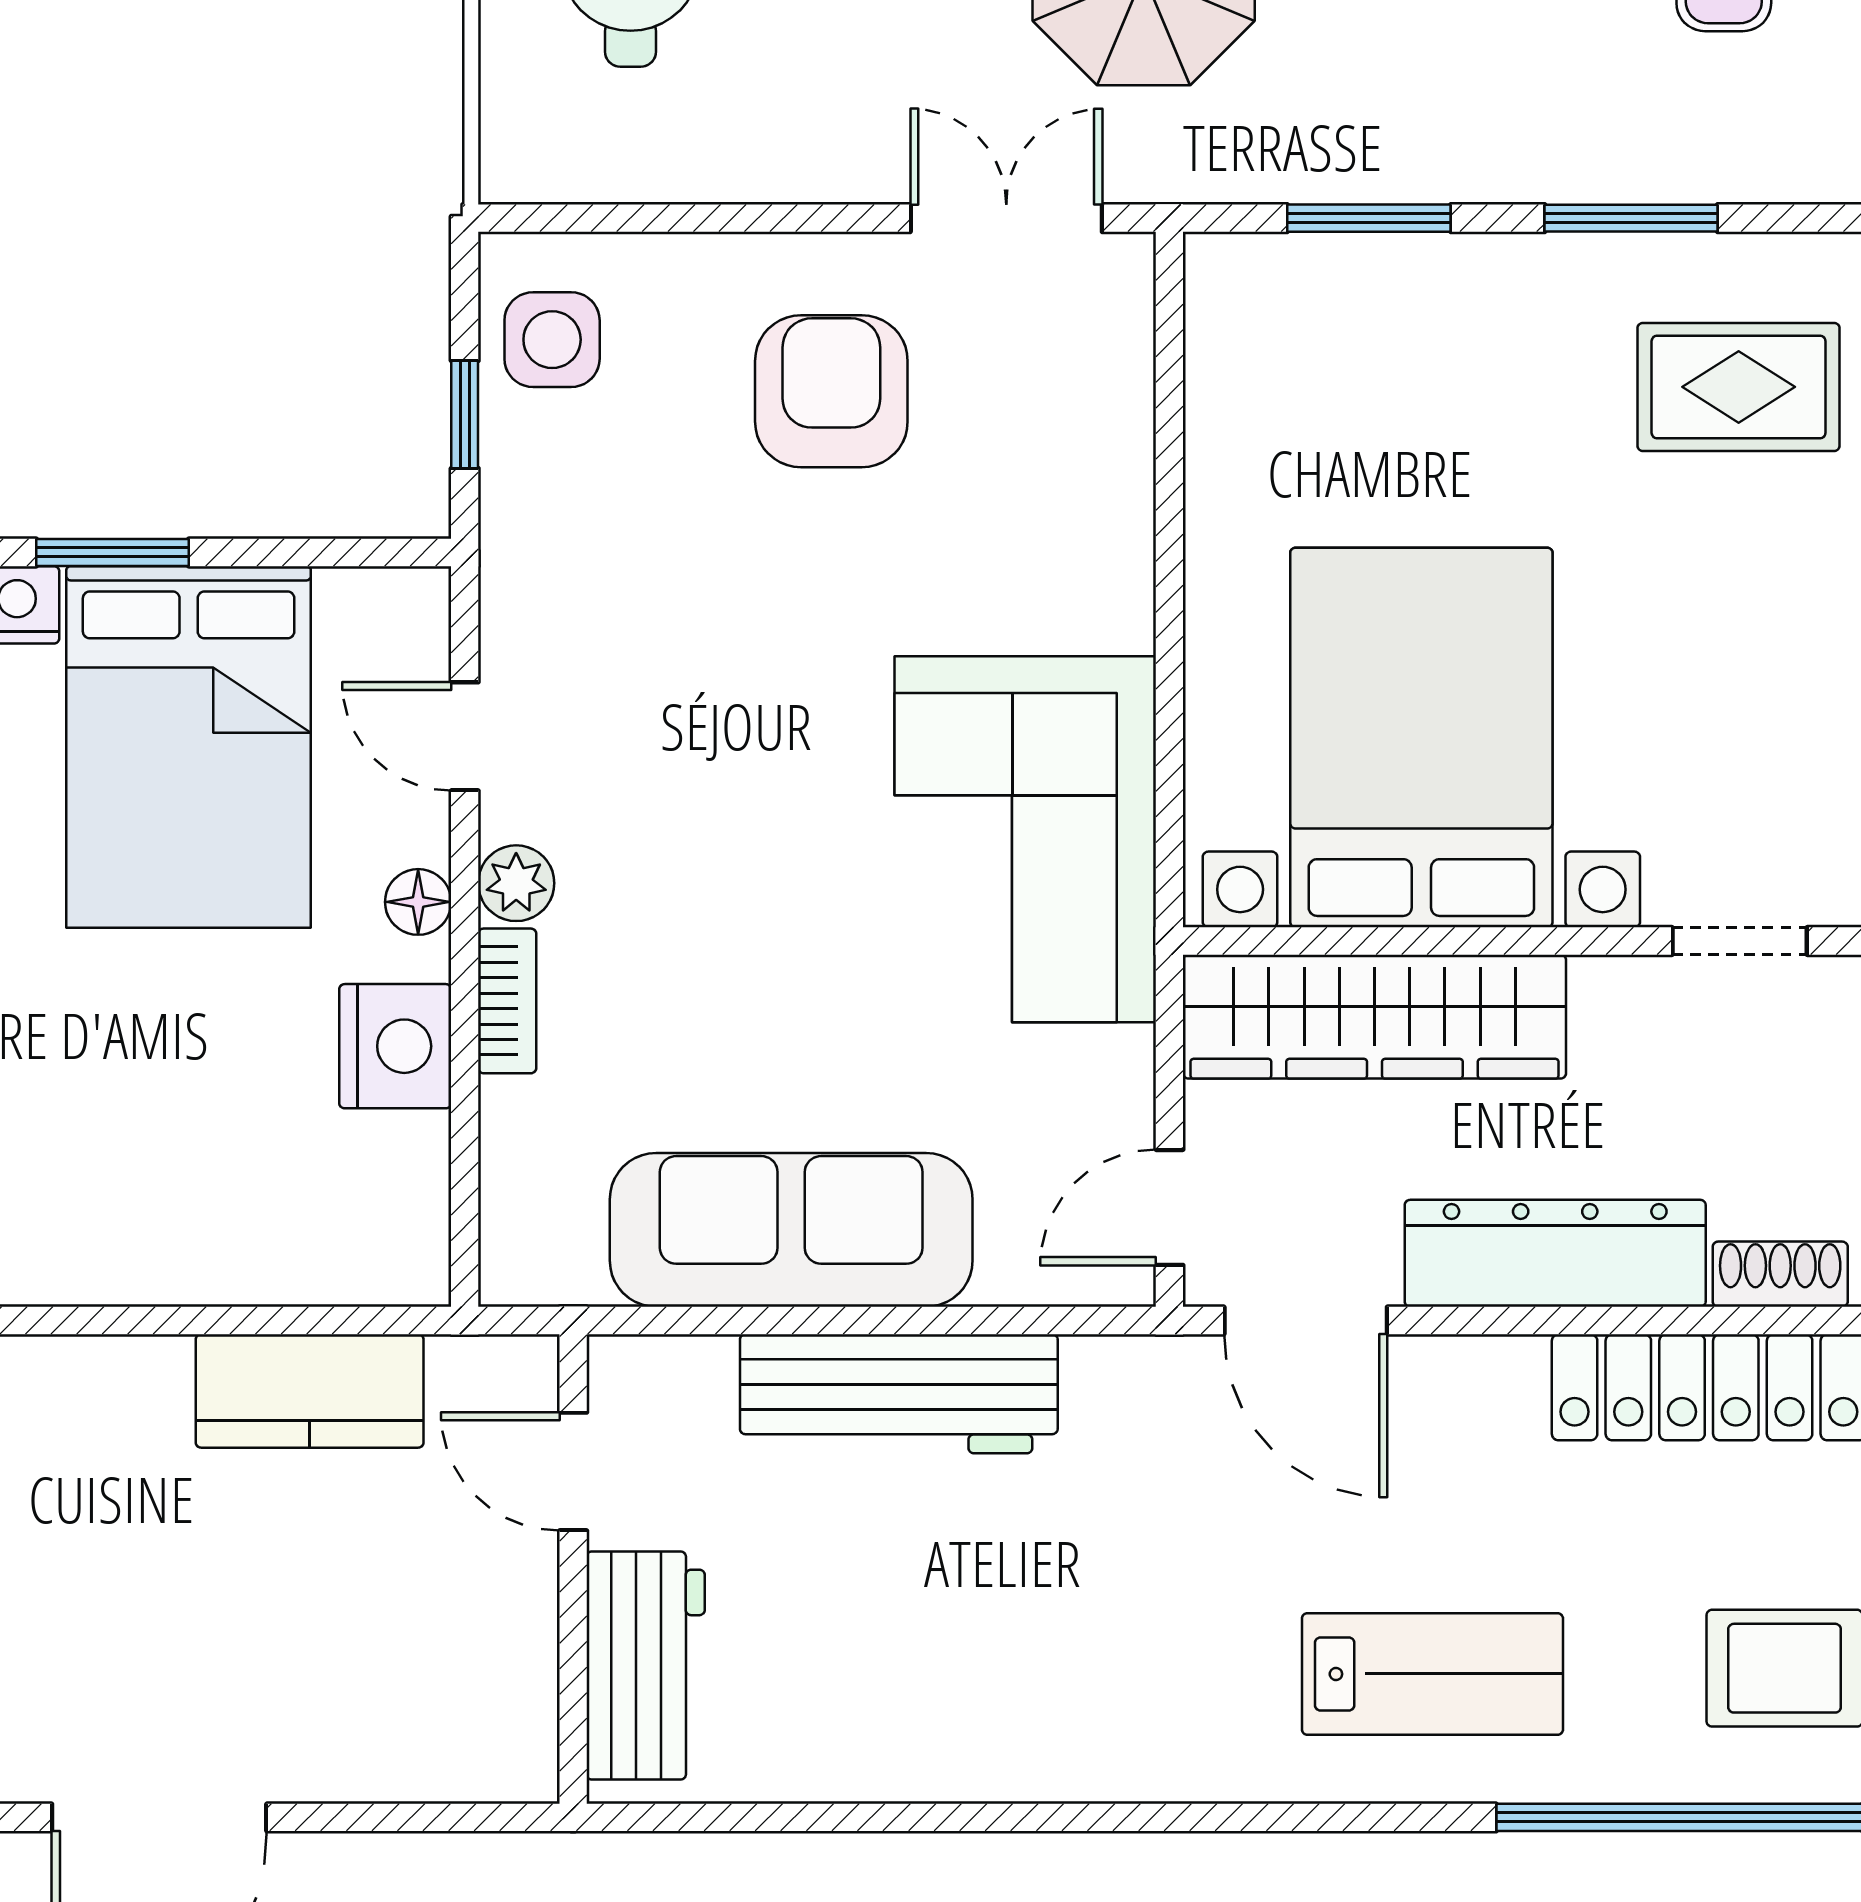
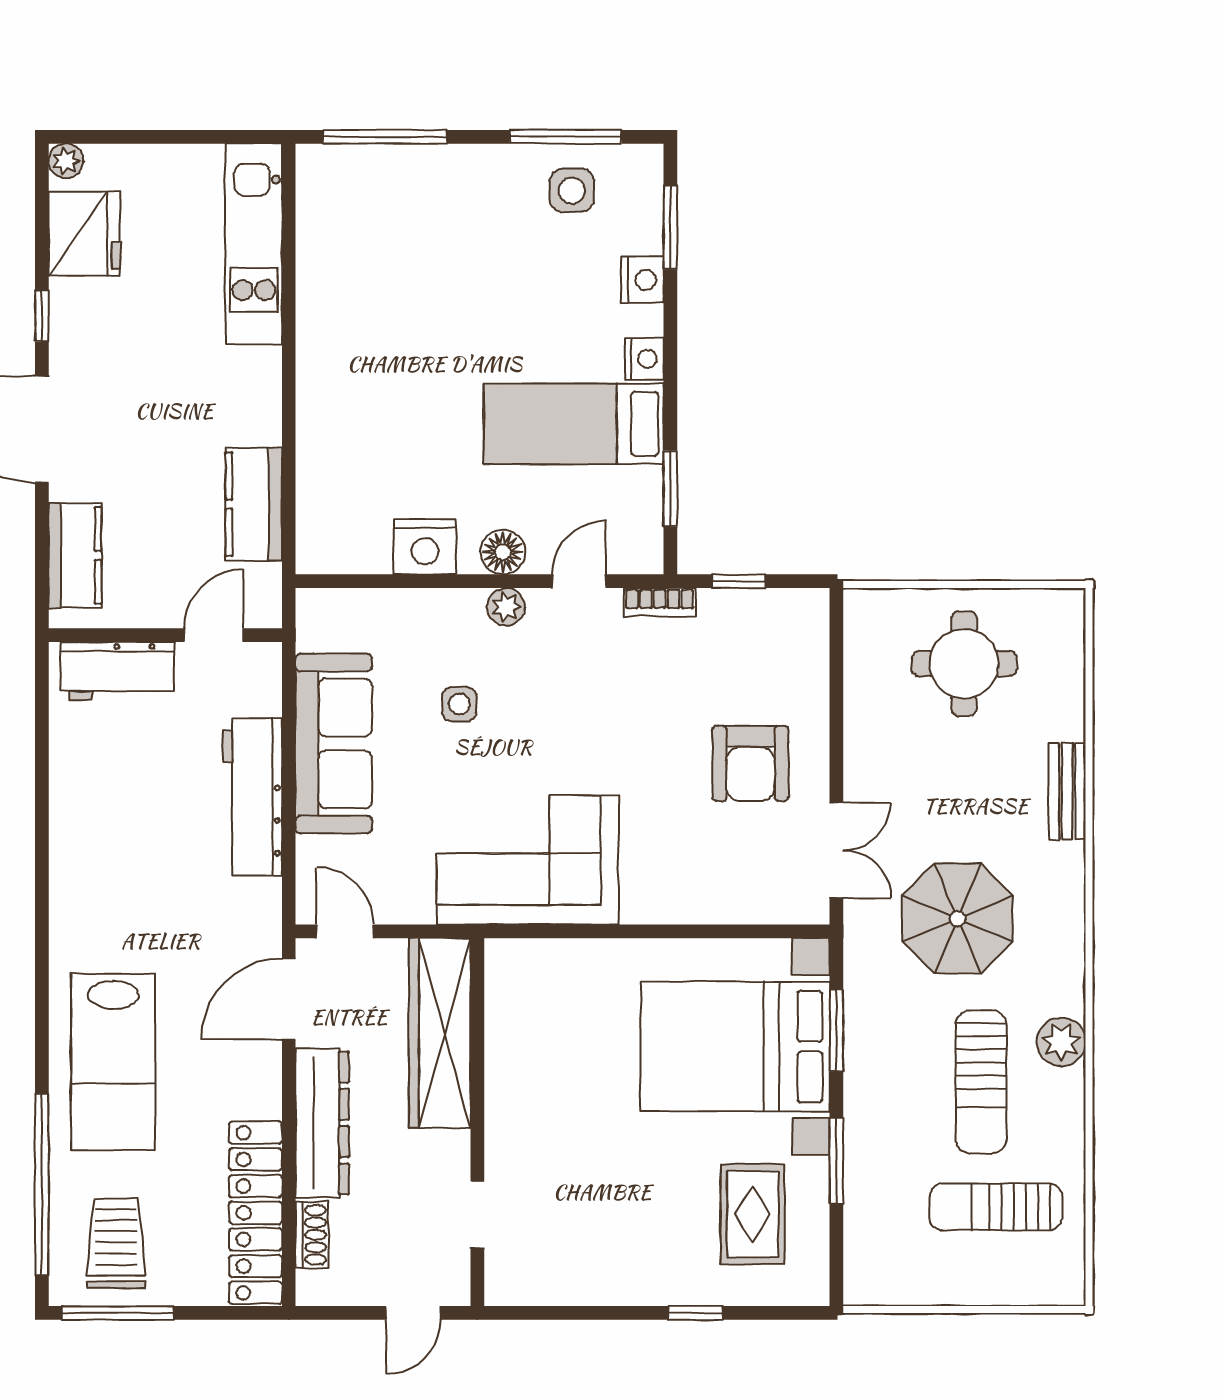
side table: (552, 340) -> (459, 704), moved, width x0.73, depth x0.73
armchair: (831, 391) -> (750, 763), turned 90
window: (112, 552) -> (670, 489), moved
bed with nightstands: (1421, 737) -> (735, 1047), moved, turned 180
bed: (189, 747) -> (574, 424), width x0.67
floor lamp: (418, 902) -> (503, 552), width x1.37, depth x1.37
bookcase: (507, 1001) -> (660, 602), moved
lab bench: (1432, 1674) -> (113, 1062), width x1.36, depth x1.39
kitchen counter: (413, 1751) -> (75, 555), added

